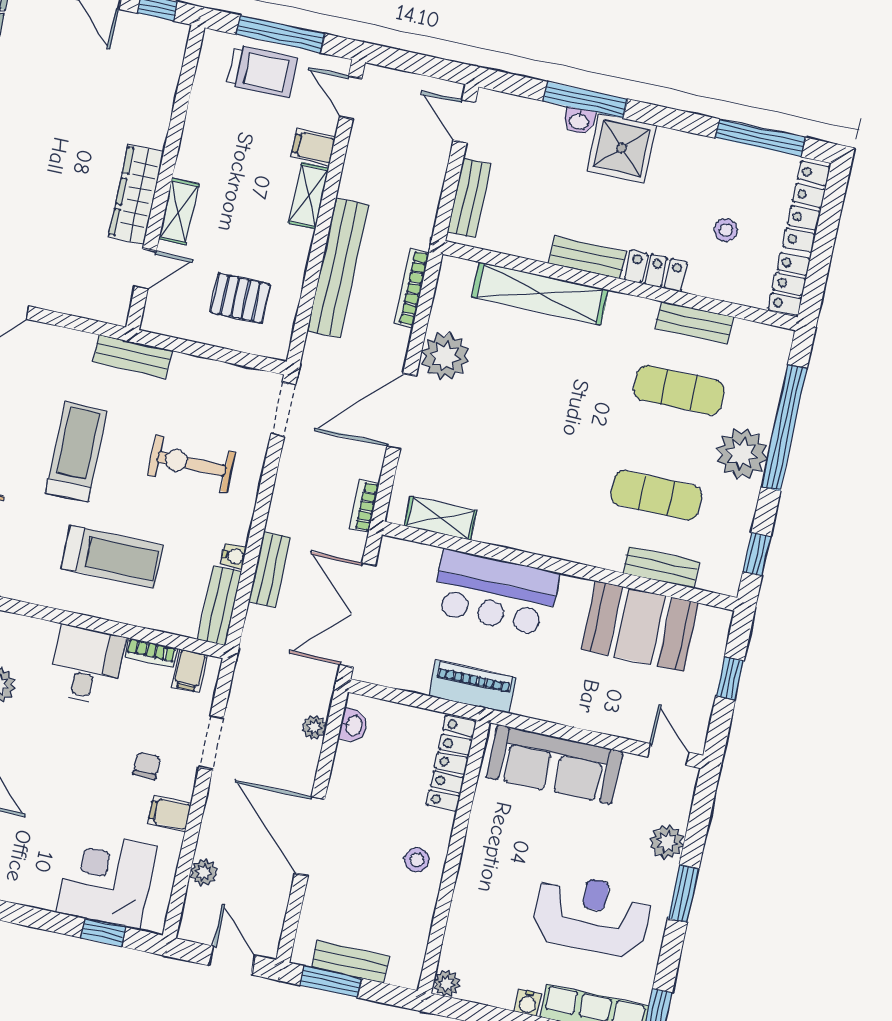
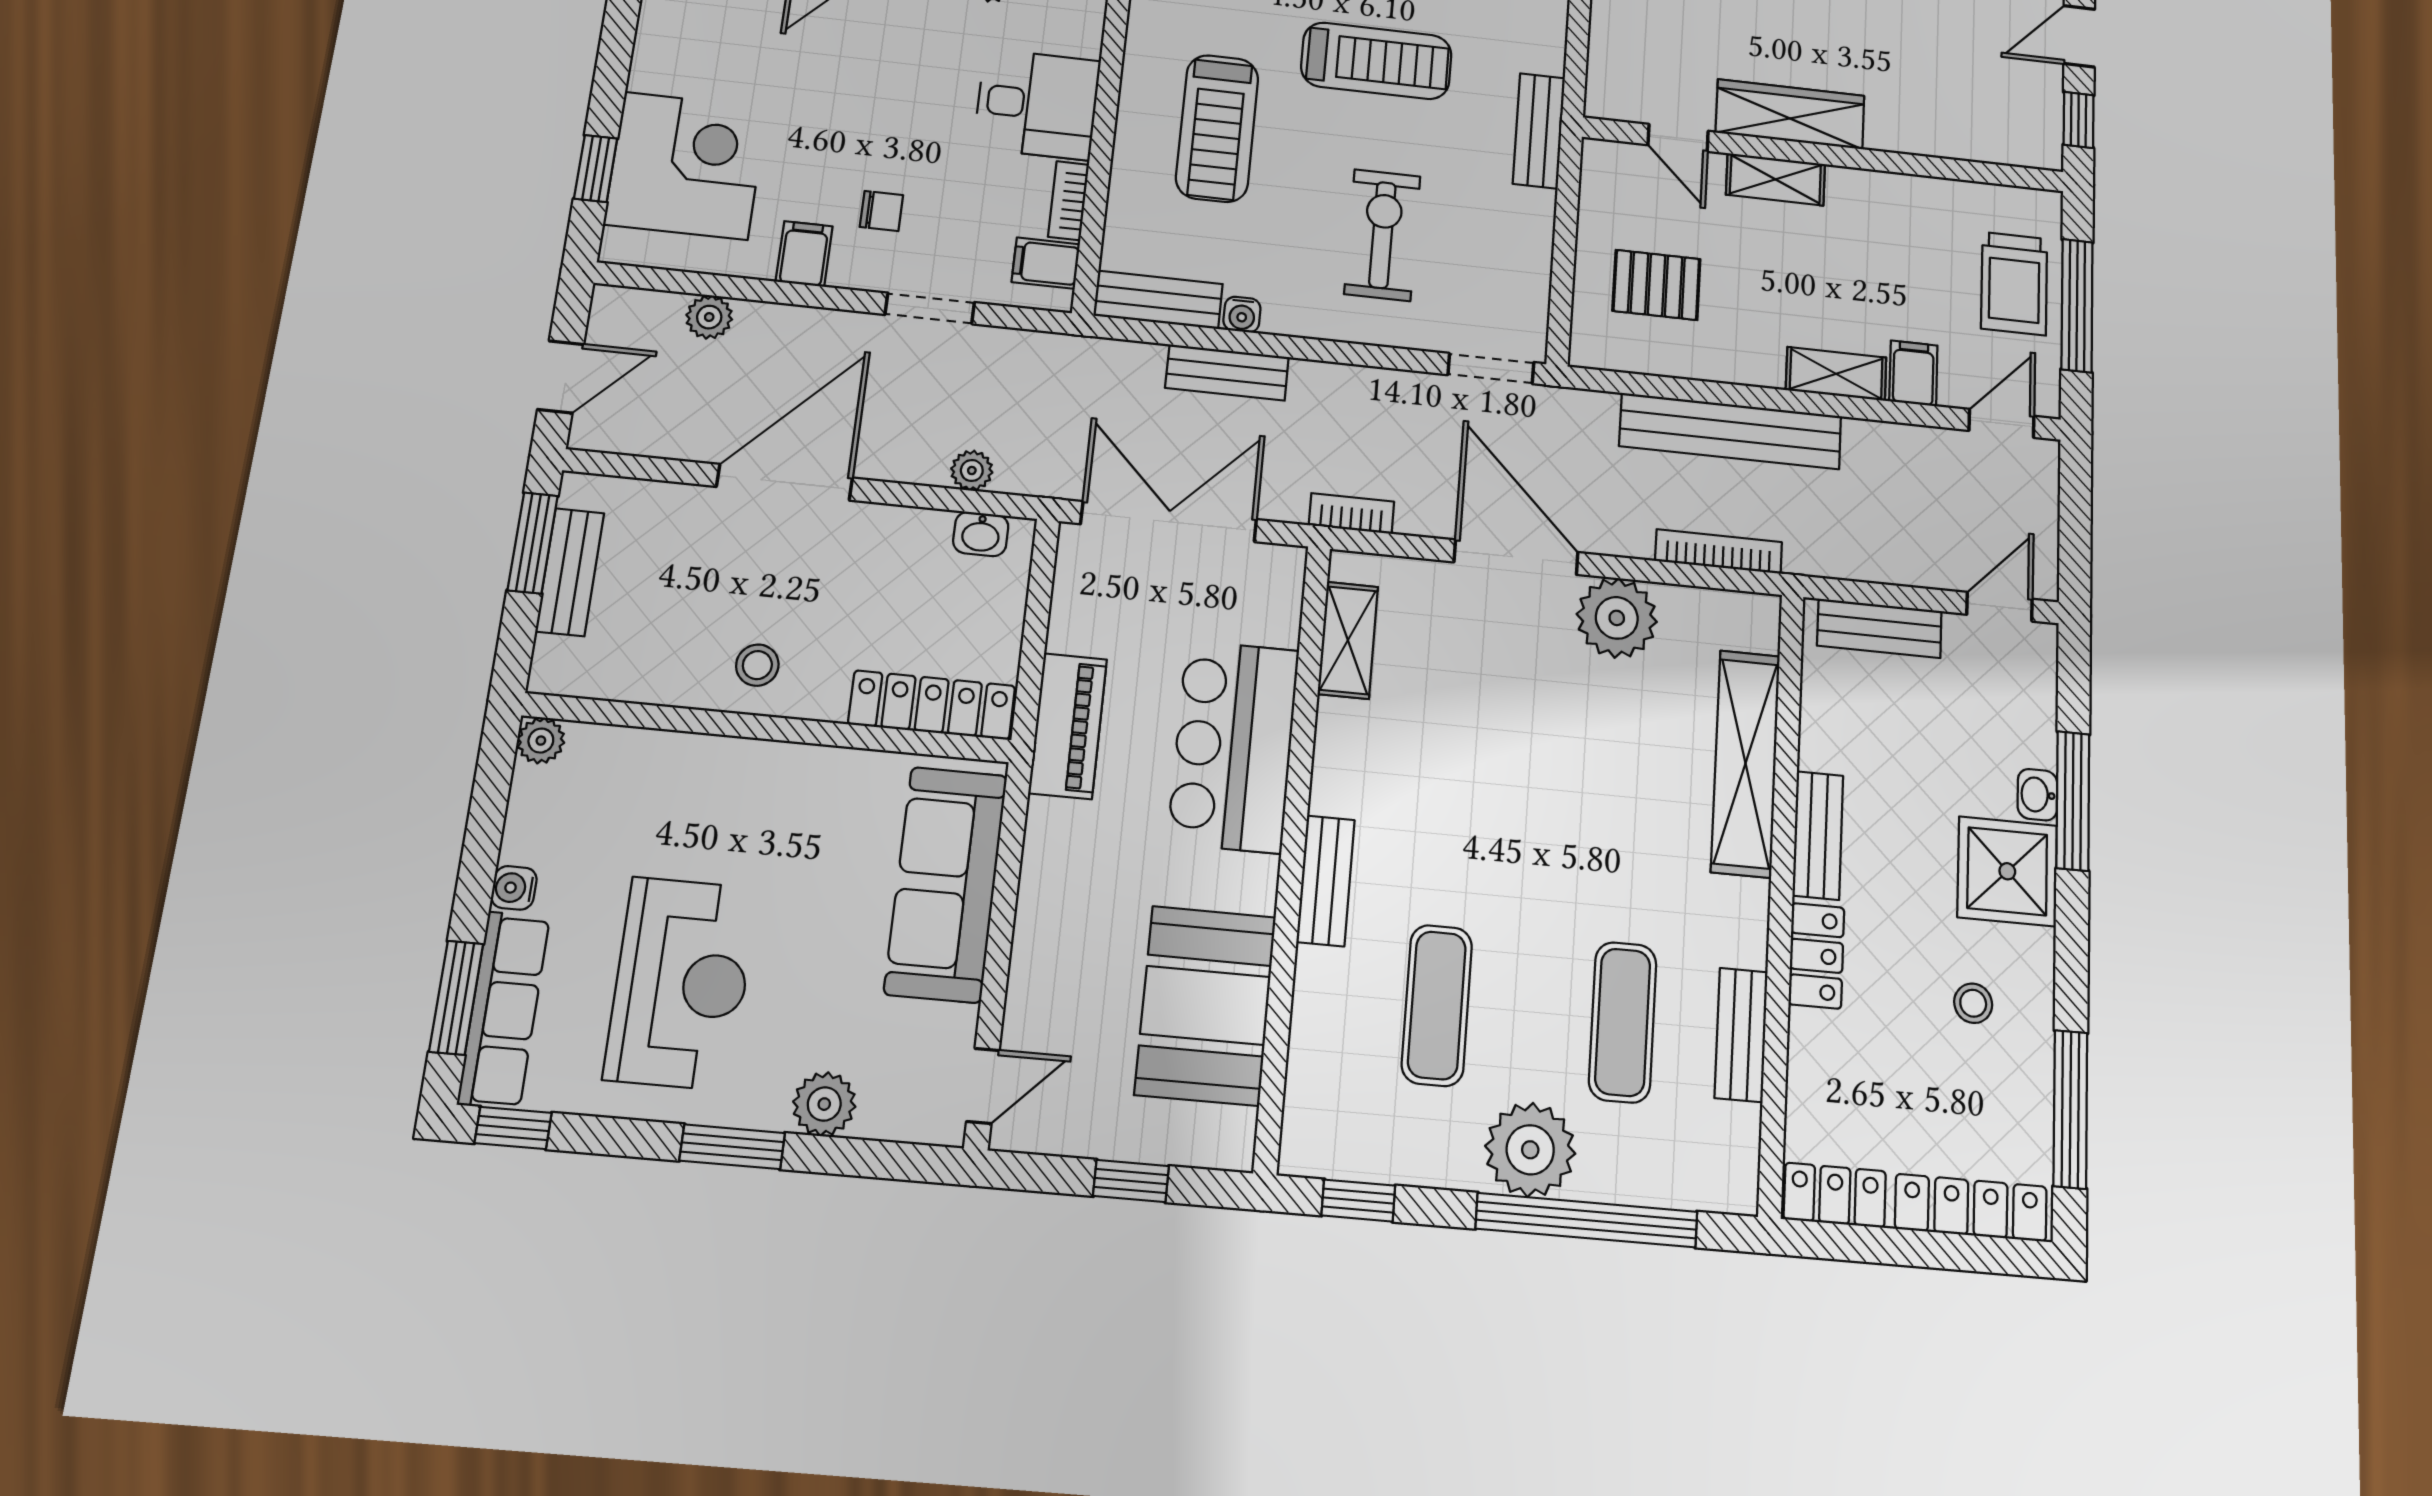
stool: (726, 230) -> (1973, 1003), moved
pallet: (240, 298) -> (1656, 285), turned 90
bench: (661, 567) -> (1326, 881), moved

